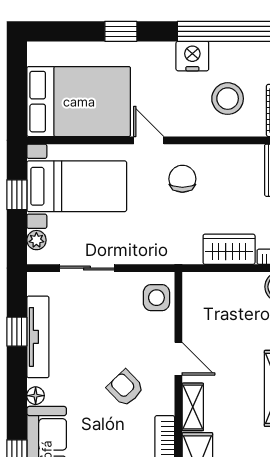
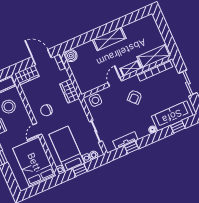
wardrobe: (229, 249) -> (70, 91), moved
tv unit: (38, 337) -> (125, 140), width x0.71

